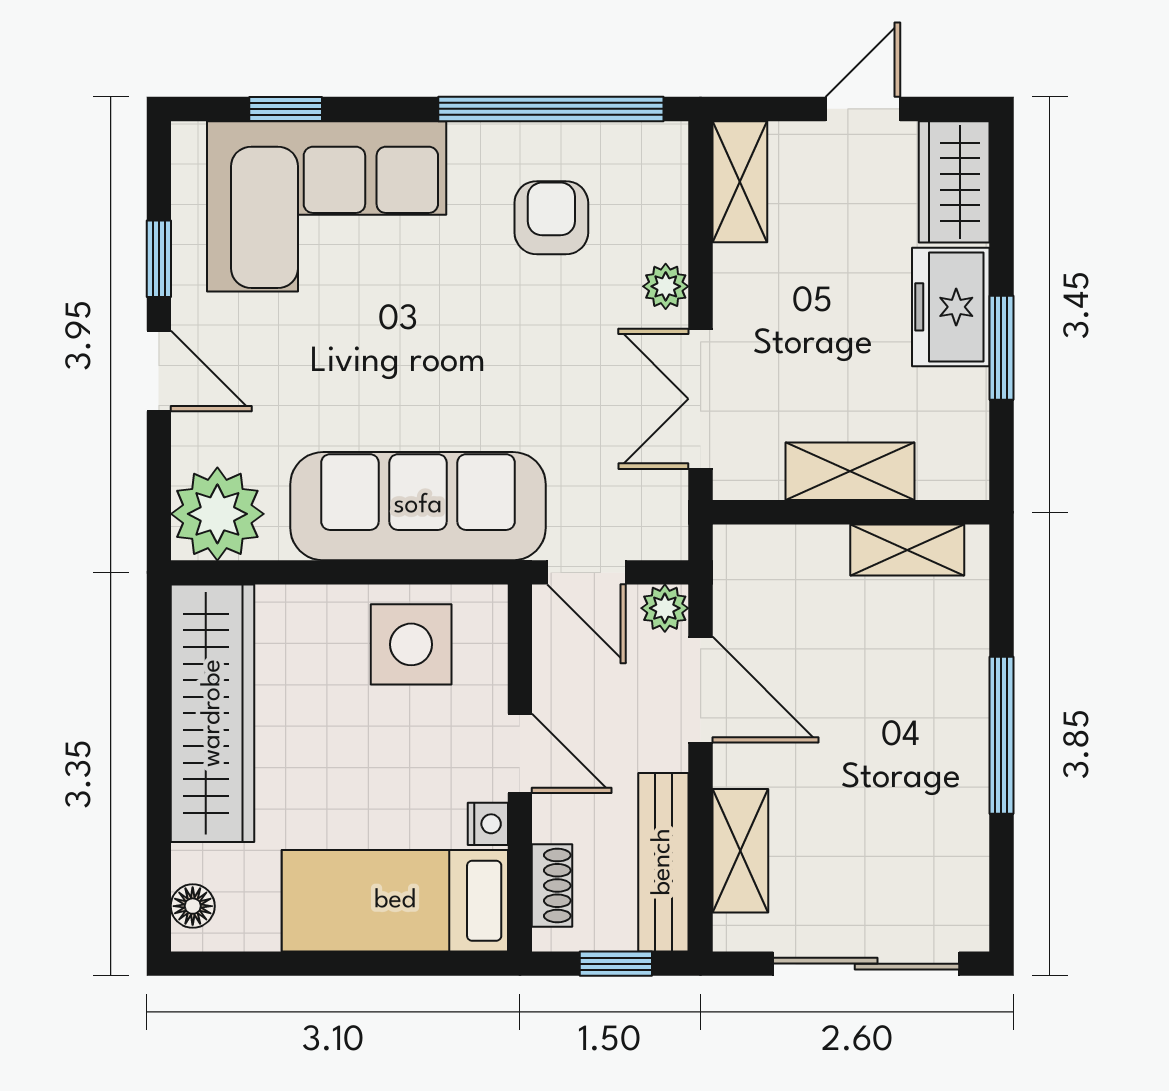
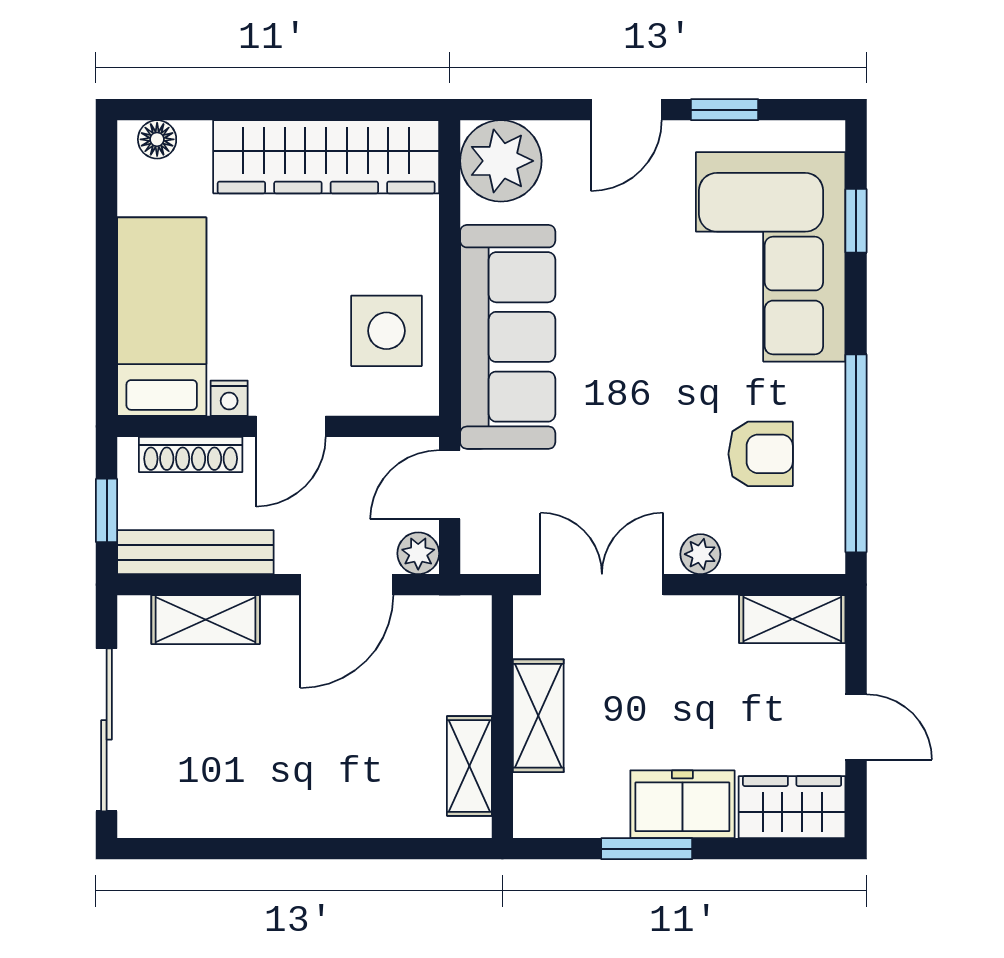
window: (1001, 735) -> (307, 849), removed
shoe rack: (552, 886) -> (191, 454), width x1.43

